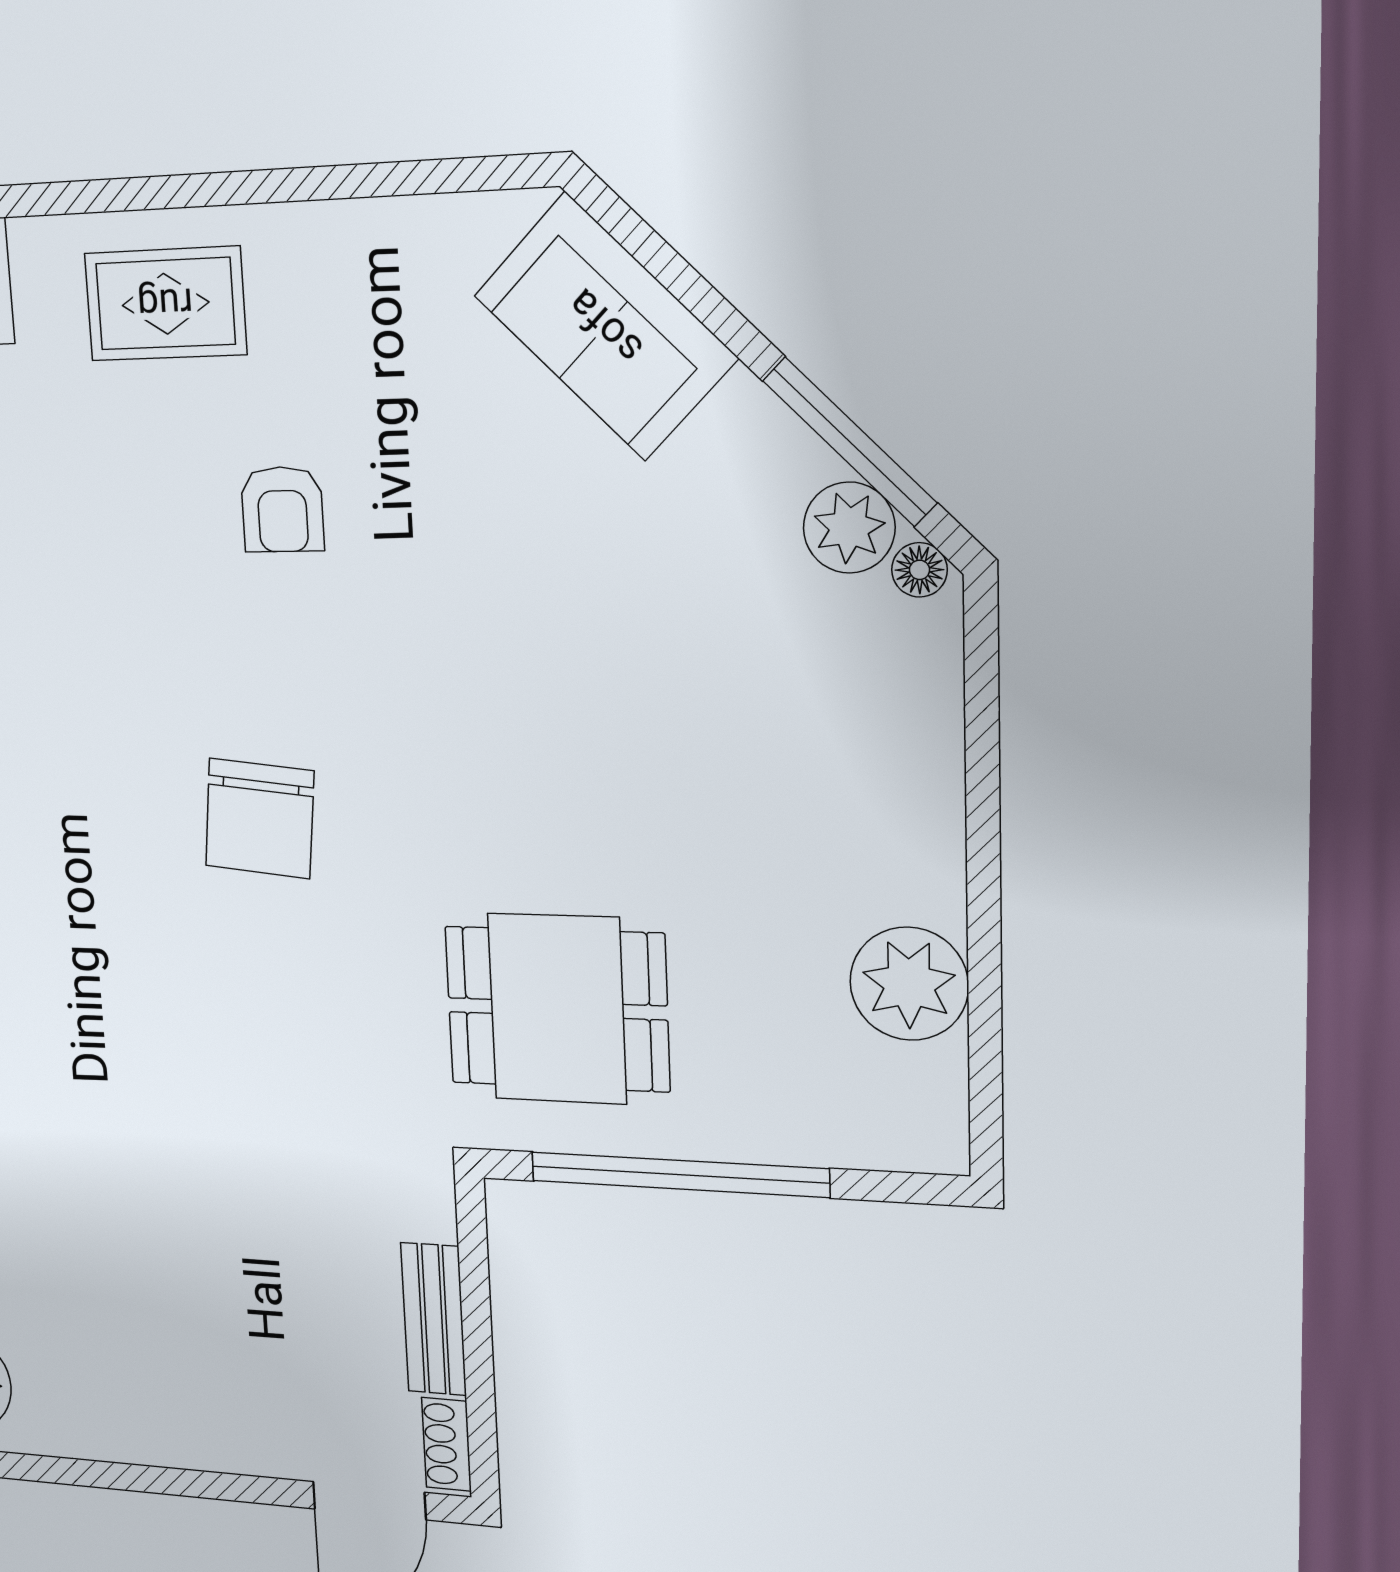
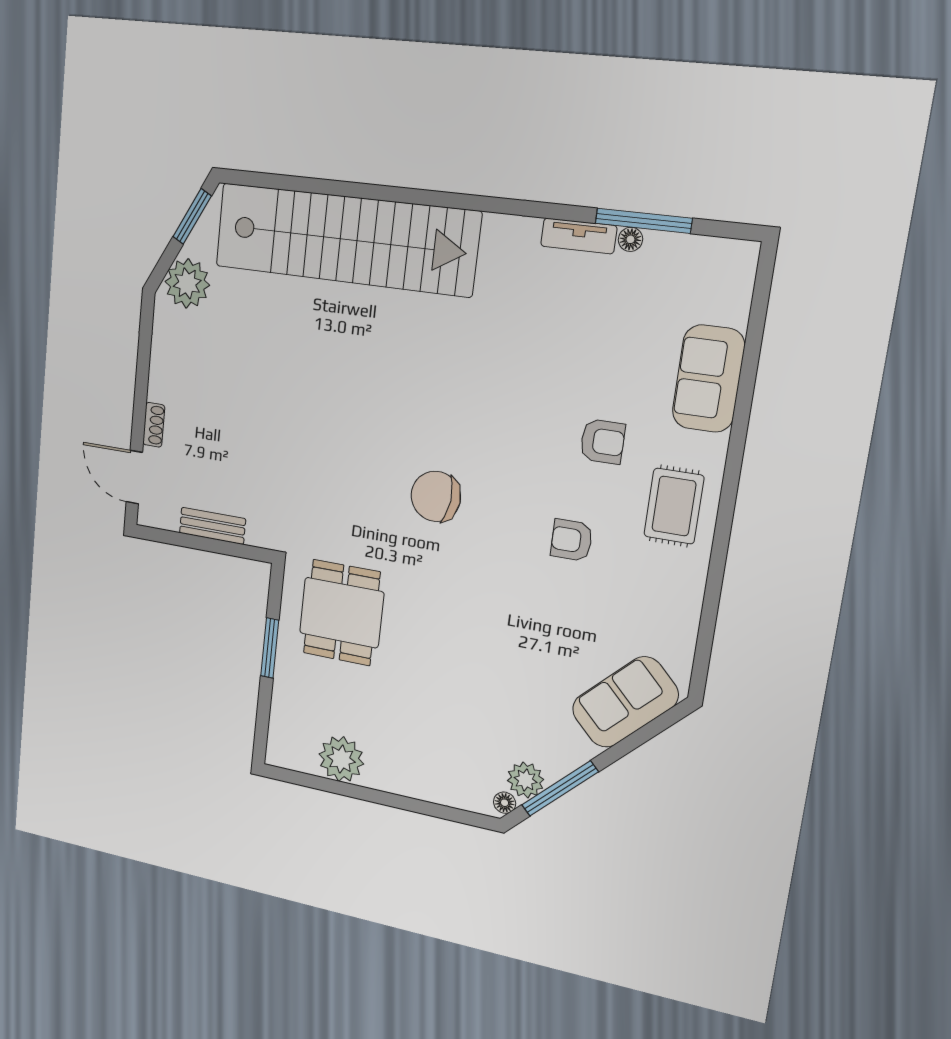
armchair: (74, 478) -> (603, 442), added
window: (679, 1175) -> (270, 648), width x0.47
shoe rack: (446, 1444) -> (154, 425), moved, turned 90

